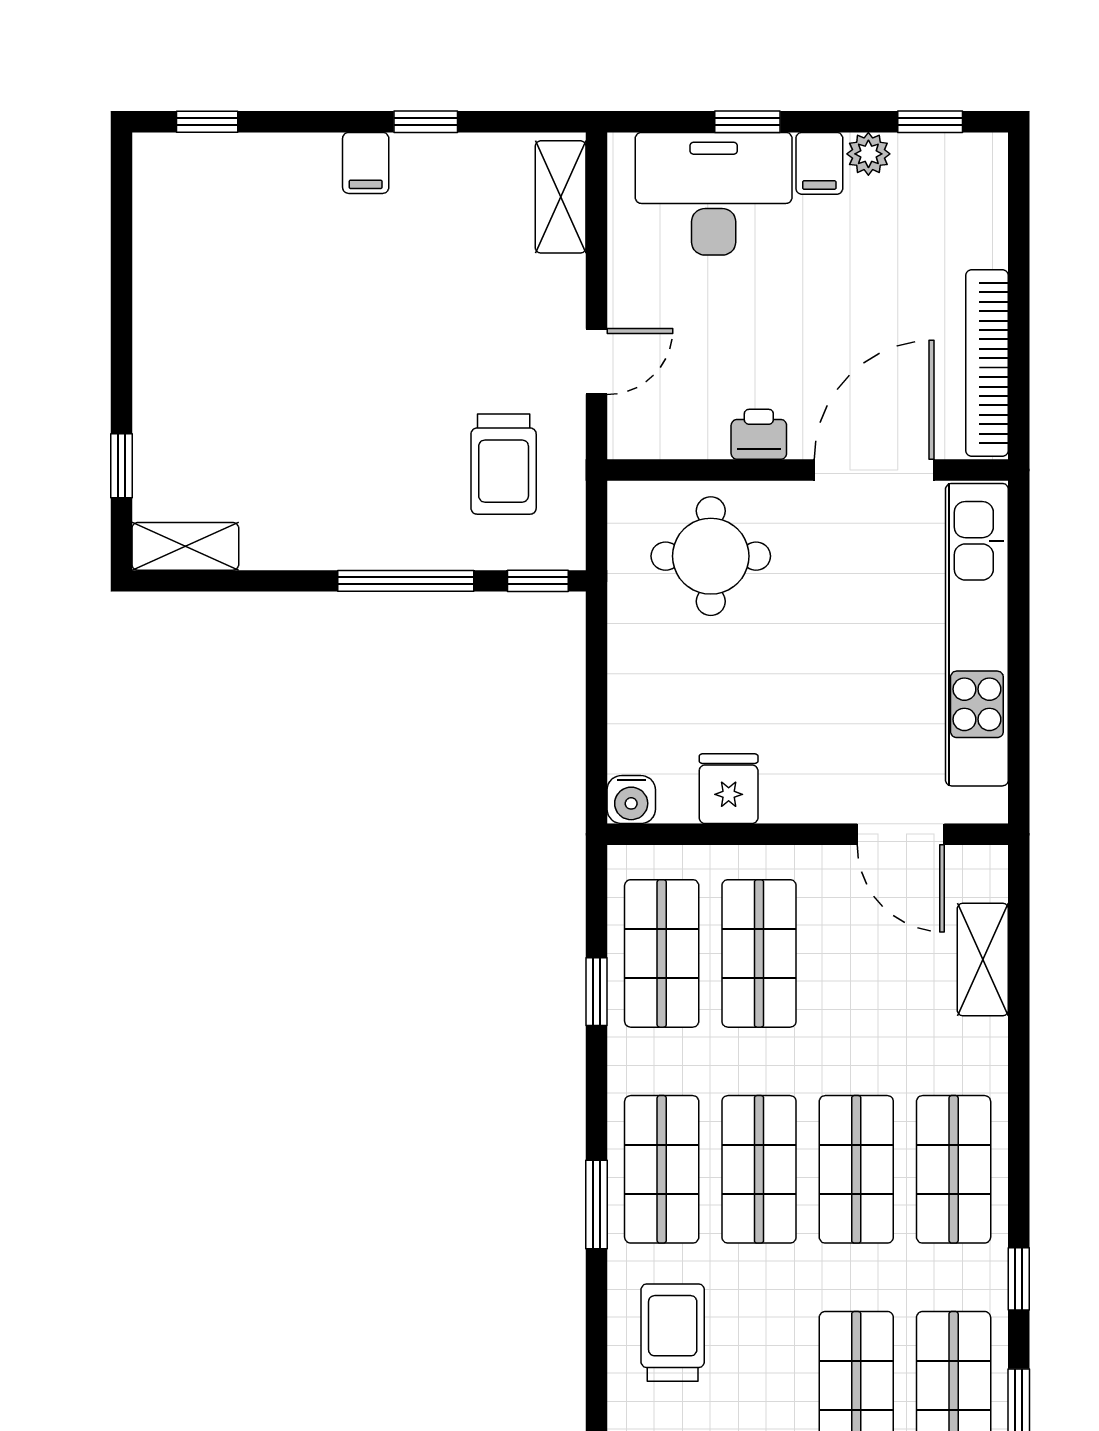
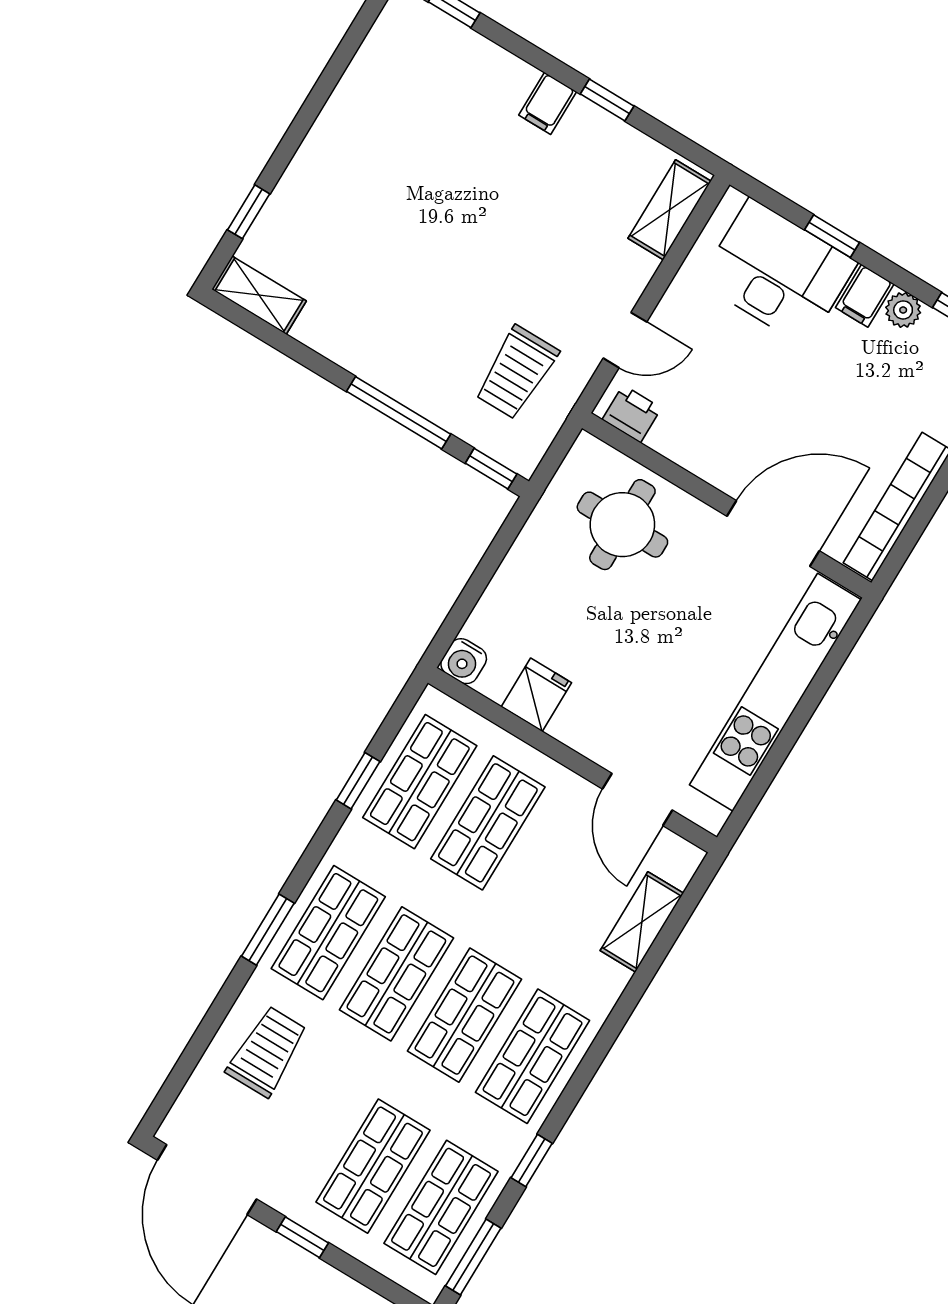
printer: (759, 434) -> (632, 414), moved

